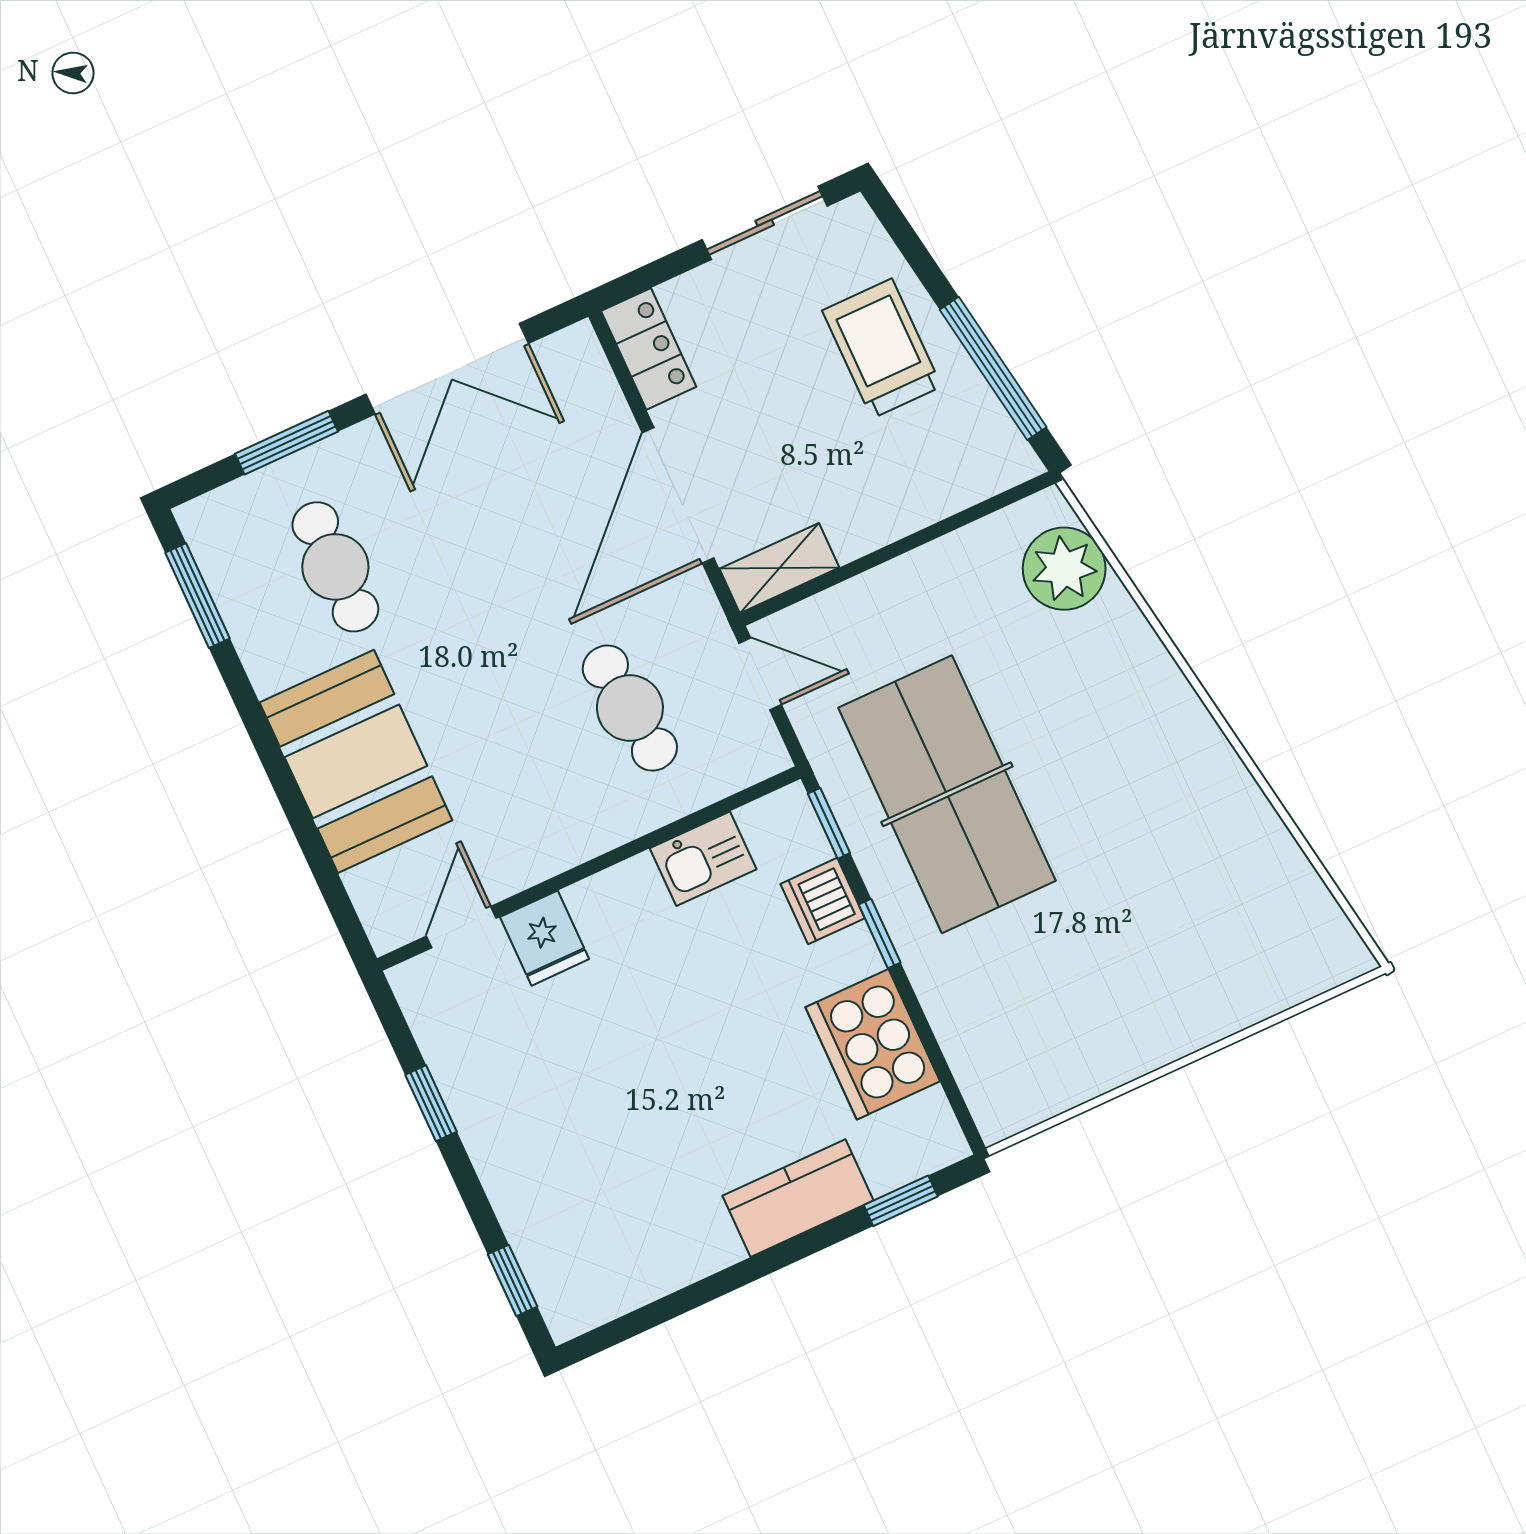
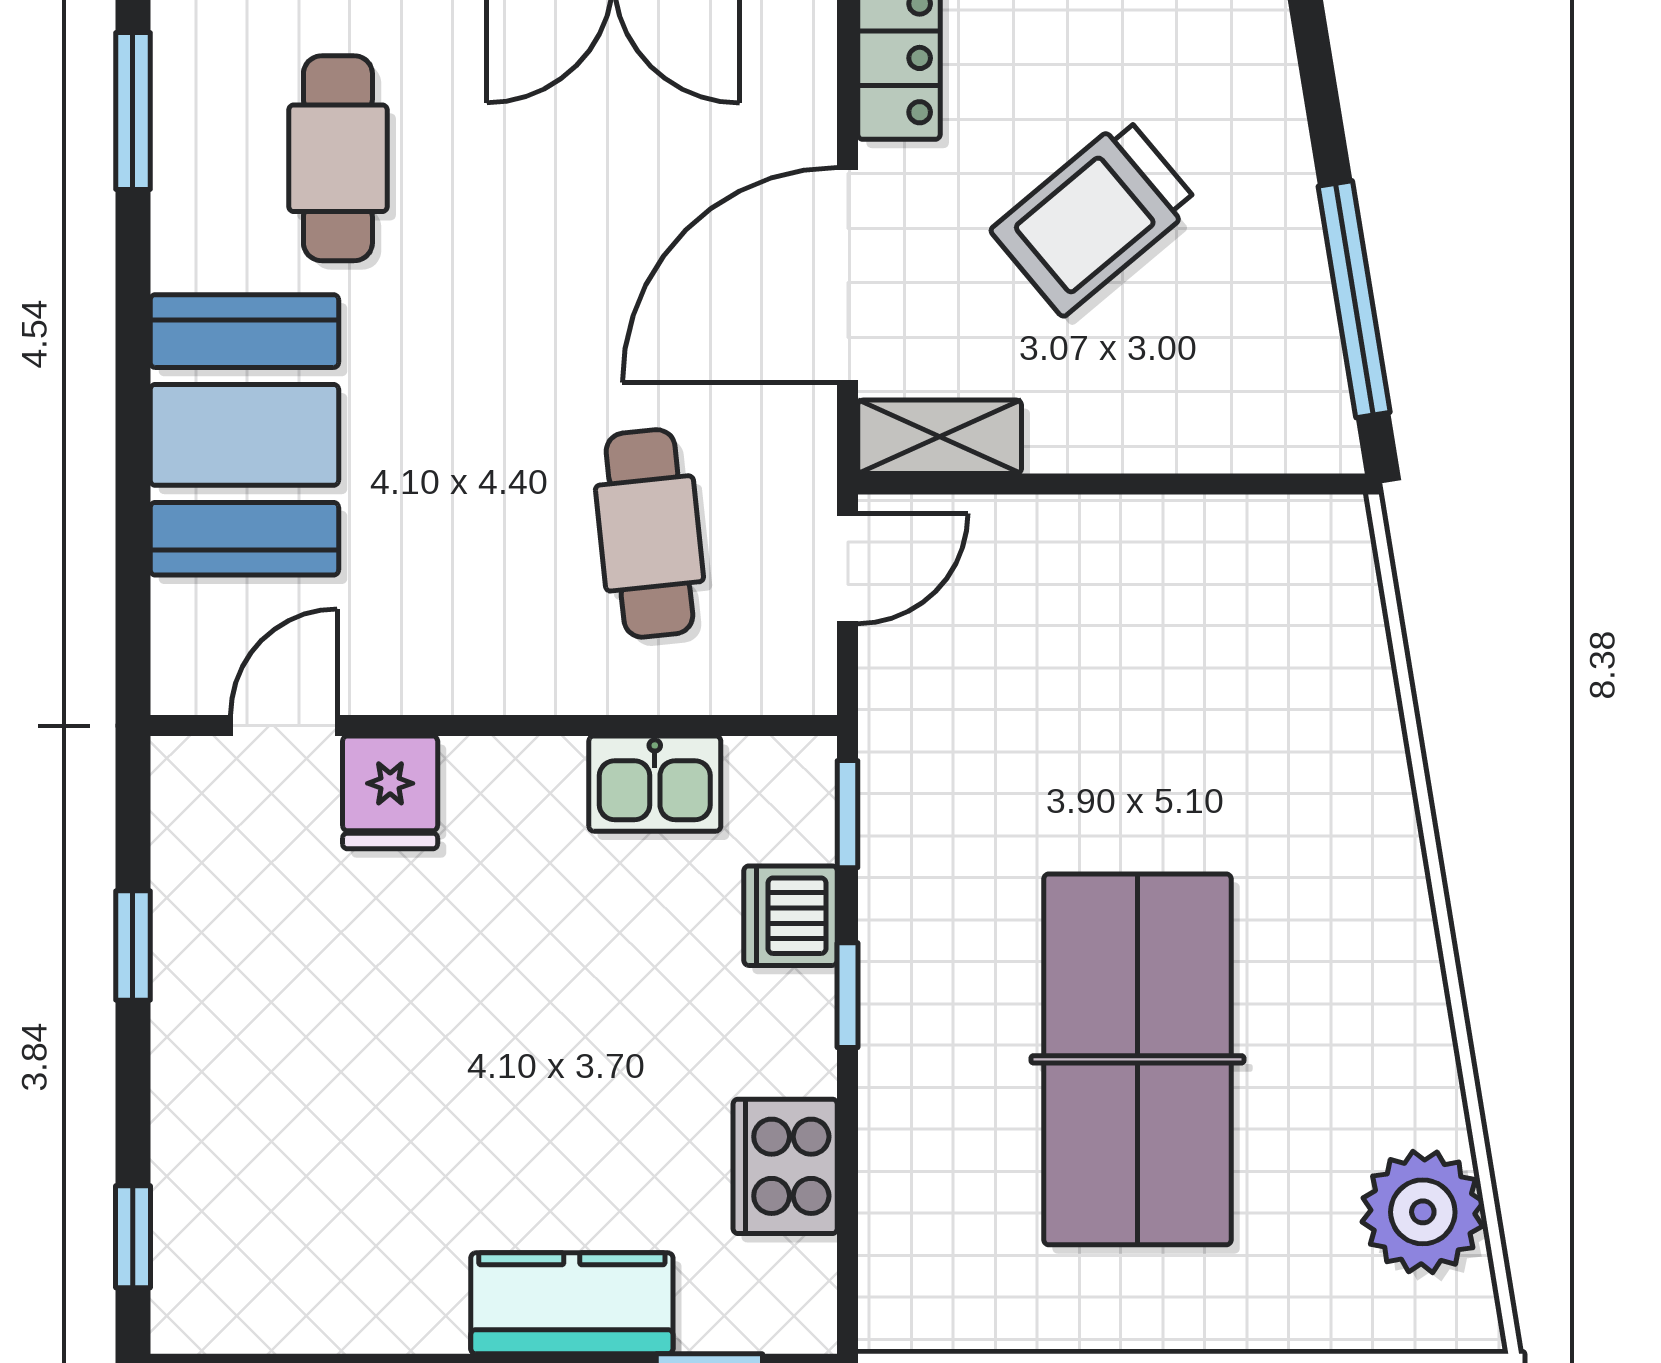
trolley: (882, 348) -> (1094, 217), moved, turned -130
plant: (1064, 569) -> (1423, 1212), moved
door: (760, 674) -> (848, 568), hinge flipped
table tennis table: (947, 794) -> (1137, 1059), moved
cooker: (873, 1044) -> (785, 1166), width x0.73, depth x0.76

